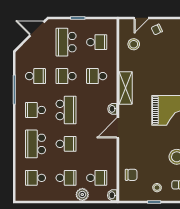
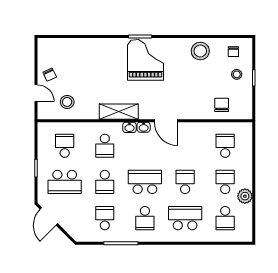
school desk: (35, 144) -> (185, 218), turned 180
plant: (82, 195) -> (245, 196), moved
washbasin: (112, 195) -> (129, 127), moved

